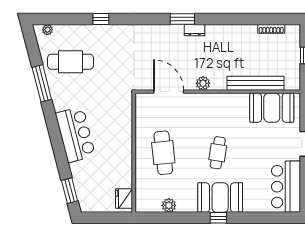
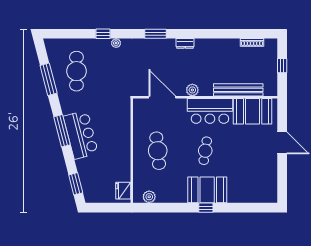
window: (182, 19) -> (156, 34), moved
plant: (47, 30) -> (116, 43), moved
cafe table: (71, 62) -> (76, 71), turned 90
window: (42, 83) -> (49, 79), moved
window: (54, 130) -> (62, 131), added
bar counter: (286, 187) -> (210, 111), moved, turned -90
plant: (169, 205) -> (149, 197), moved

